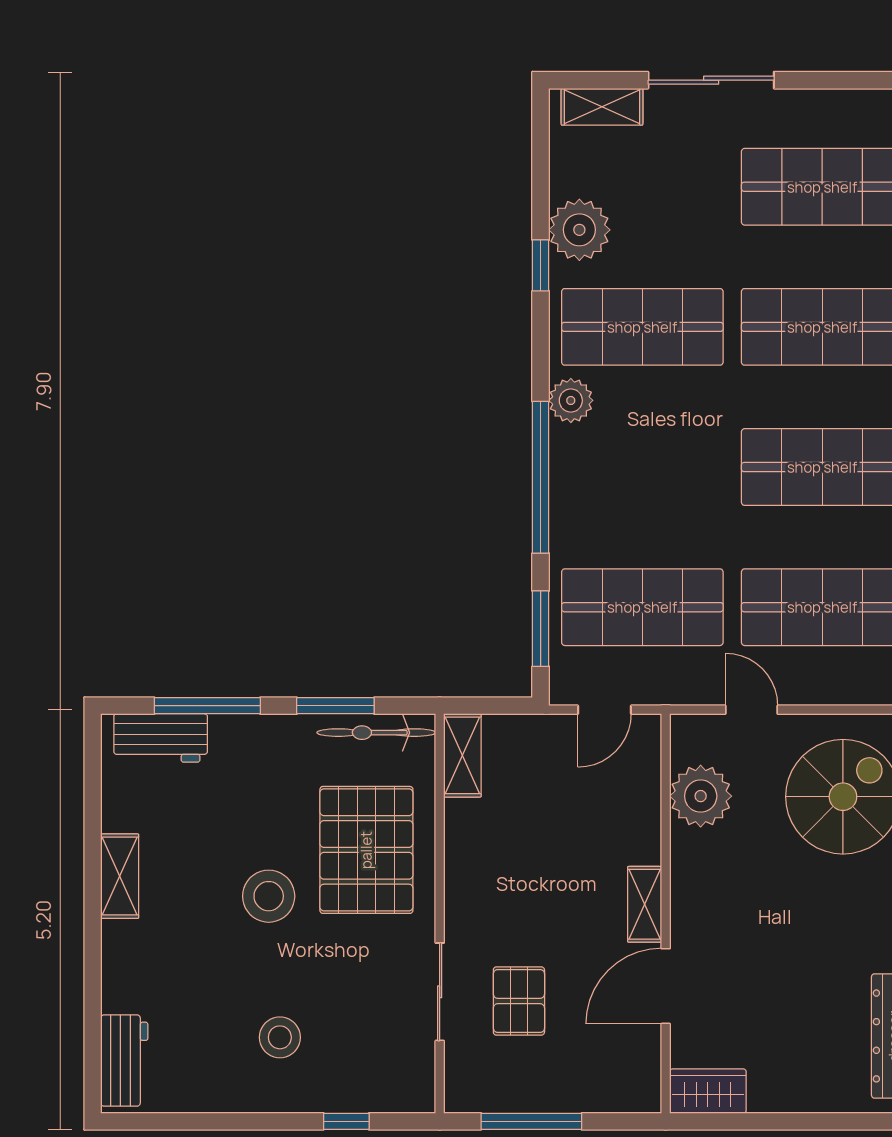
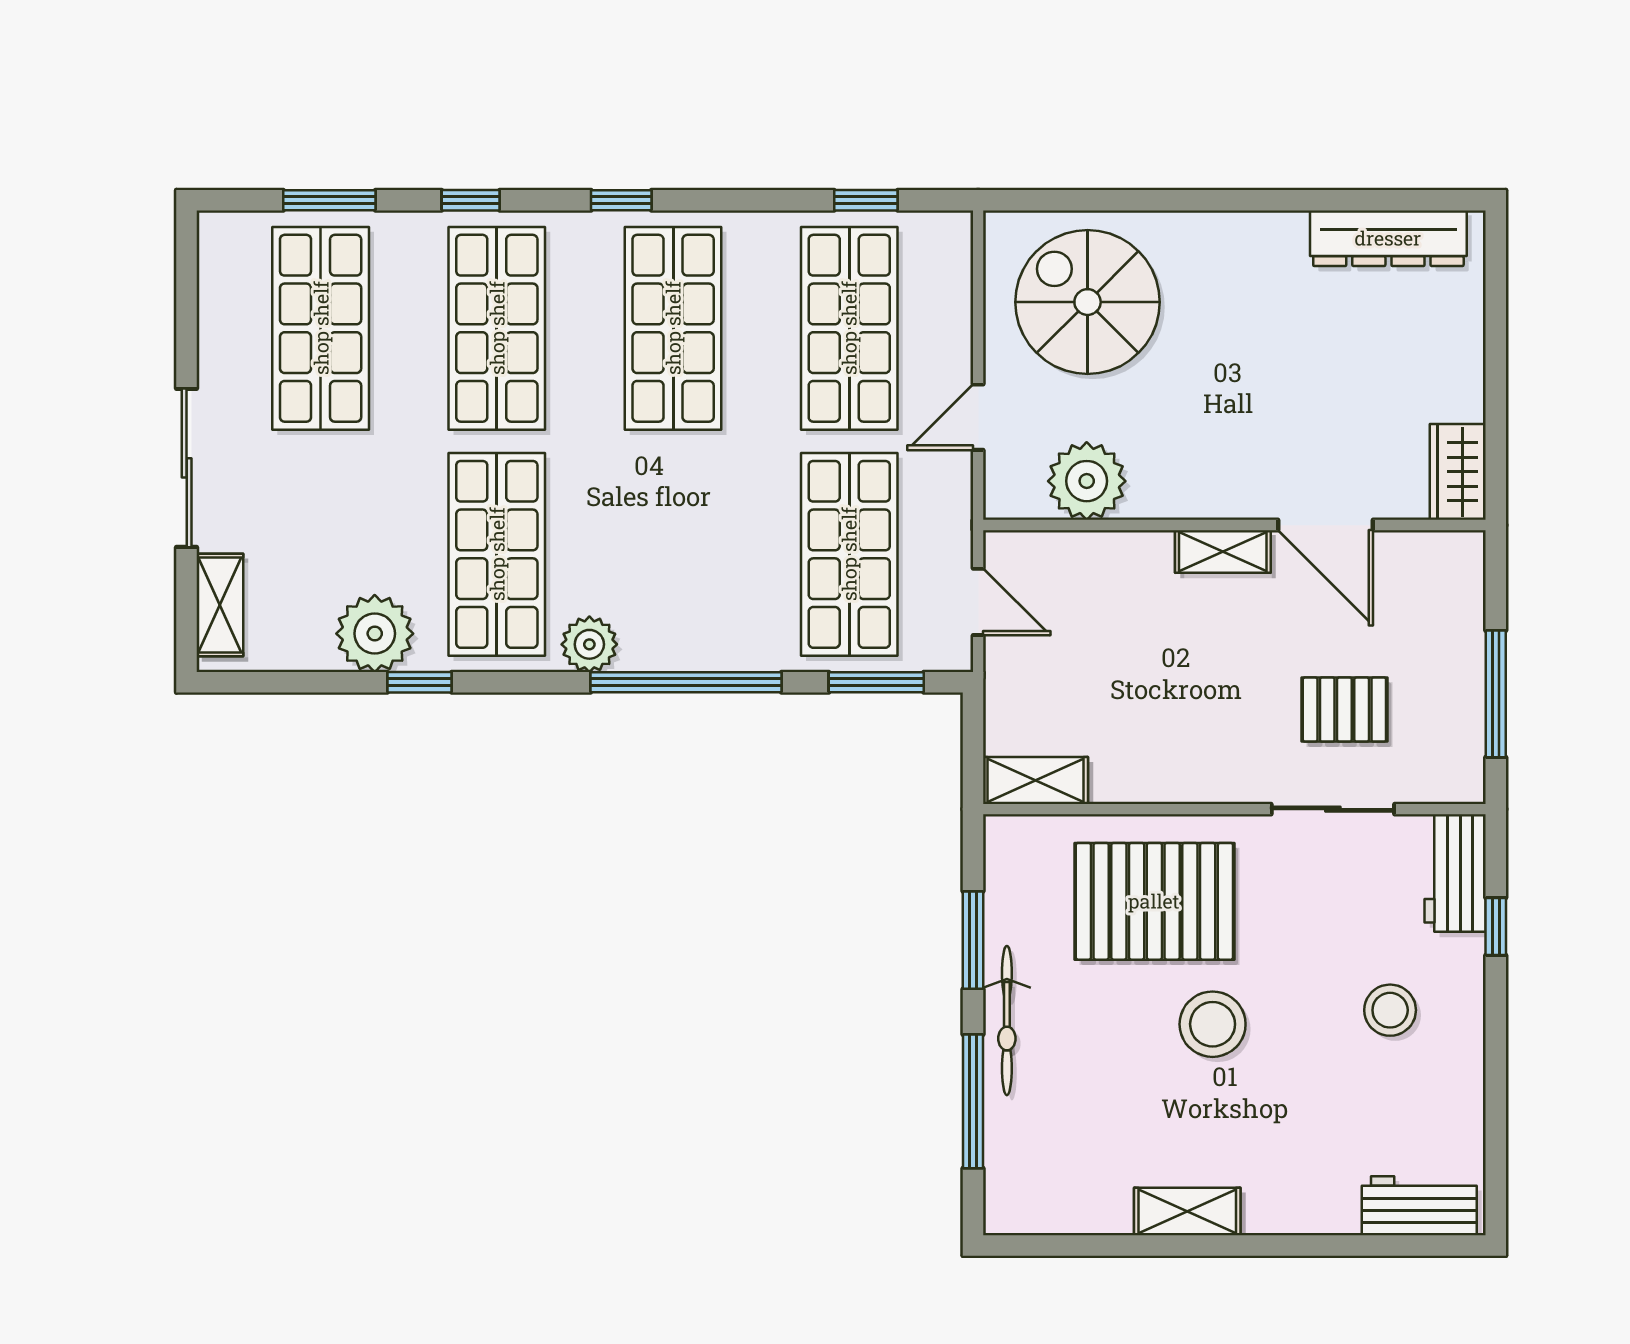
bicycle: (376, 733) -> (1007, 1021), moved
workbench: (161, 738) -> (1455, 873), moved, turned 180

